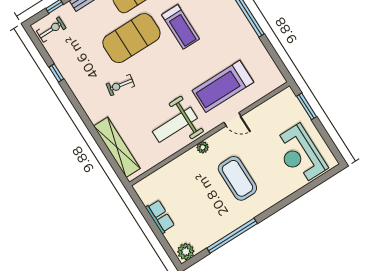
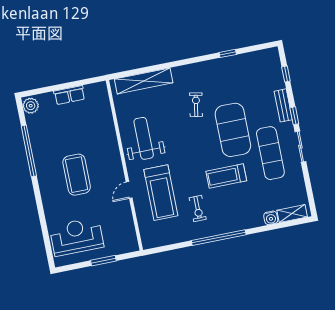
exercise bike: (51, 30) -> (198, 208), moved
treadmill: (223, 86) -> (161, 193), turned 180
window: (307, 106) -> (103, 261), moved
plant: (203, 147) -> (115, 155), removed
coffee table: (237, 178) -> (77, 175), turned 90

